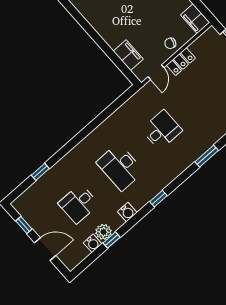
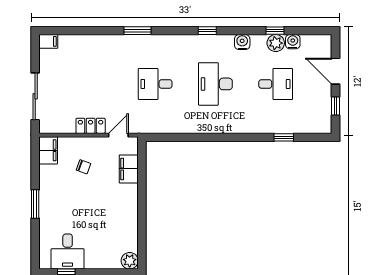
chair: (170, 43) -> (83, 167), moved
desk: (120, 167) -> (215, 84), turned 180

